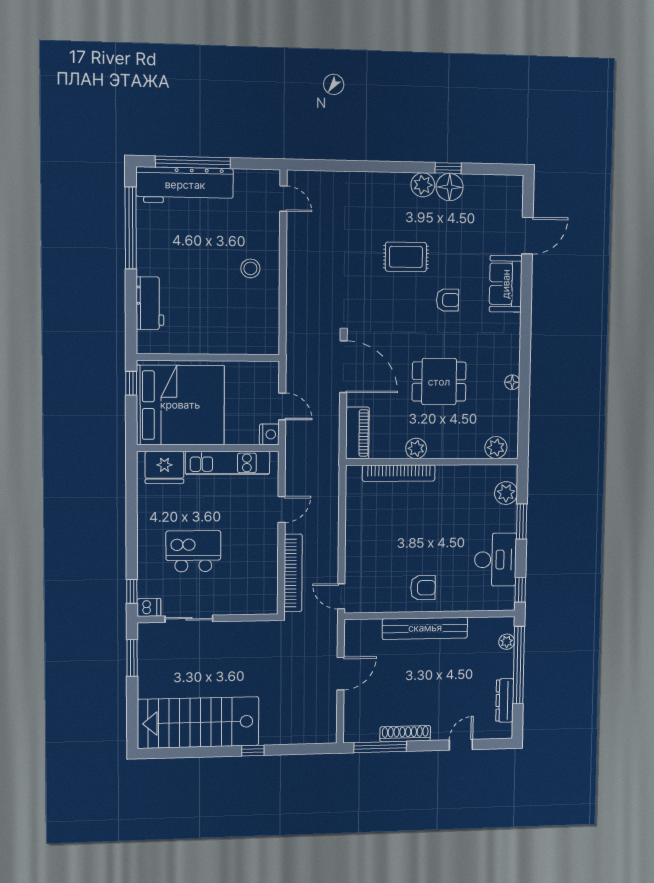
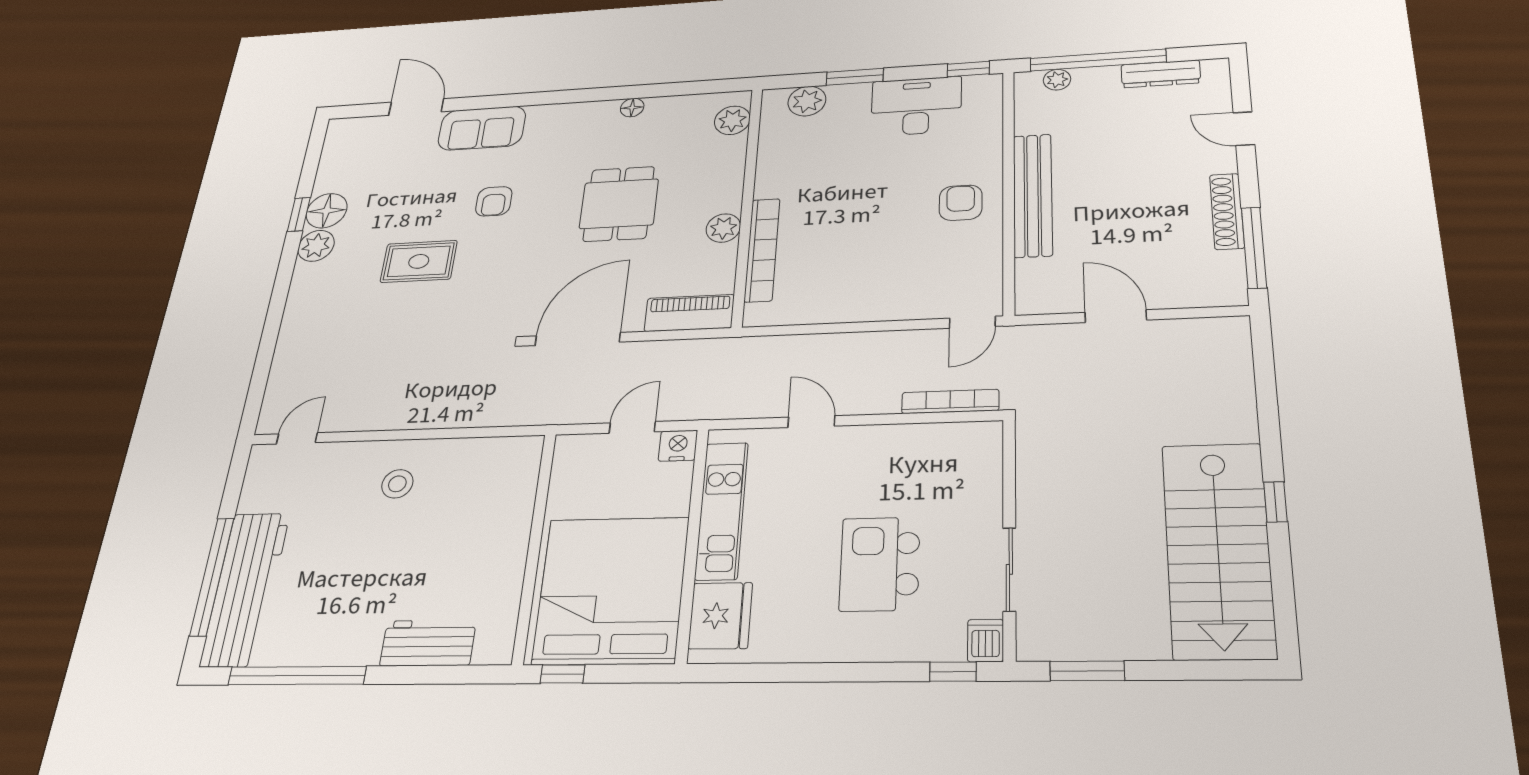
rug: (406, 257) -> (419, 261), turned 90
armchair: (448, 300) -> (494, 201), turned 180
bookcase: (293, 573) -> (950, 401), width x0.68, depth x0.76
window: (253, 751) -> (1275, 502), moved

